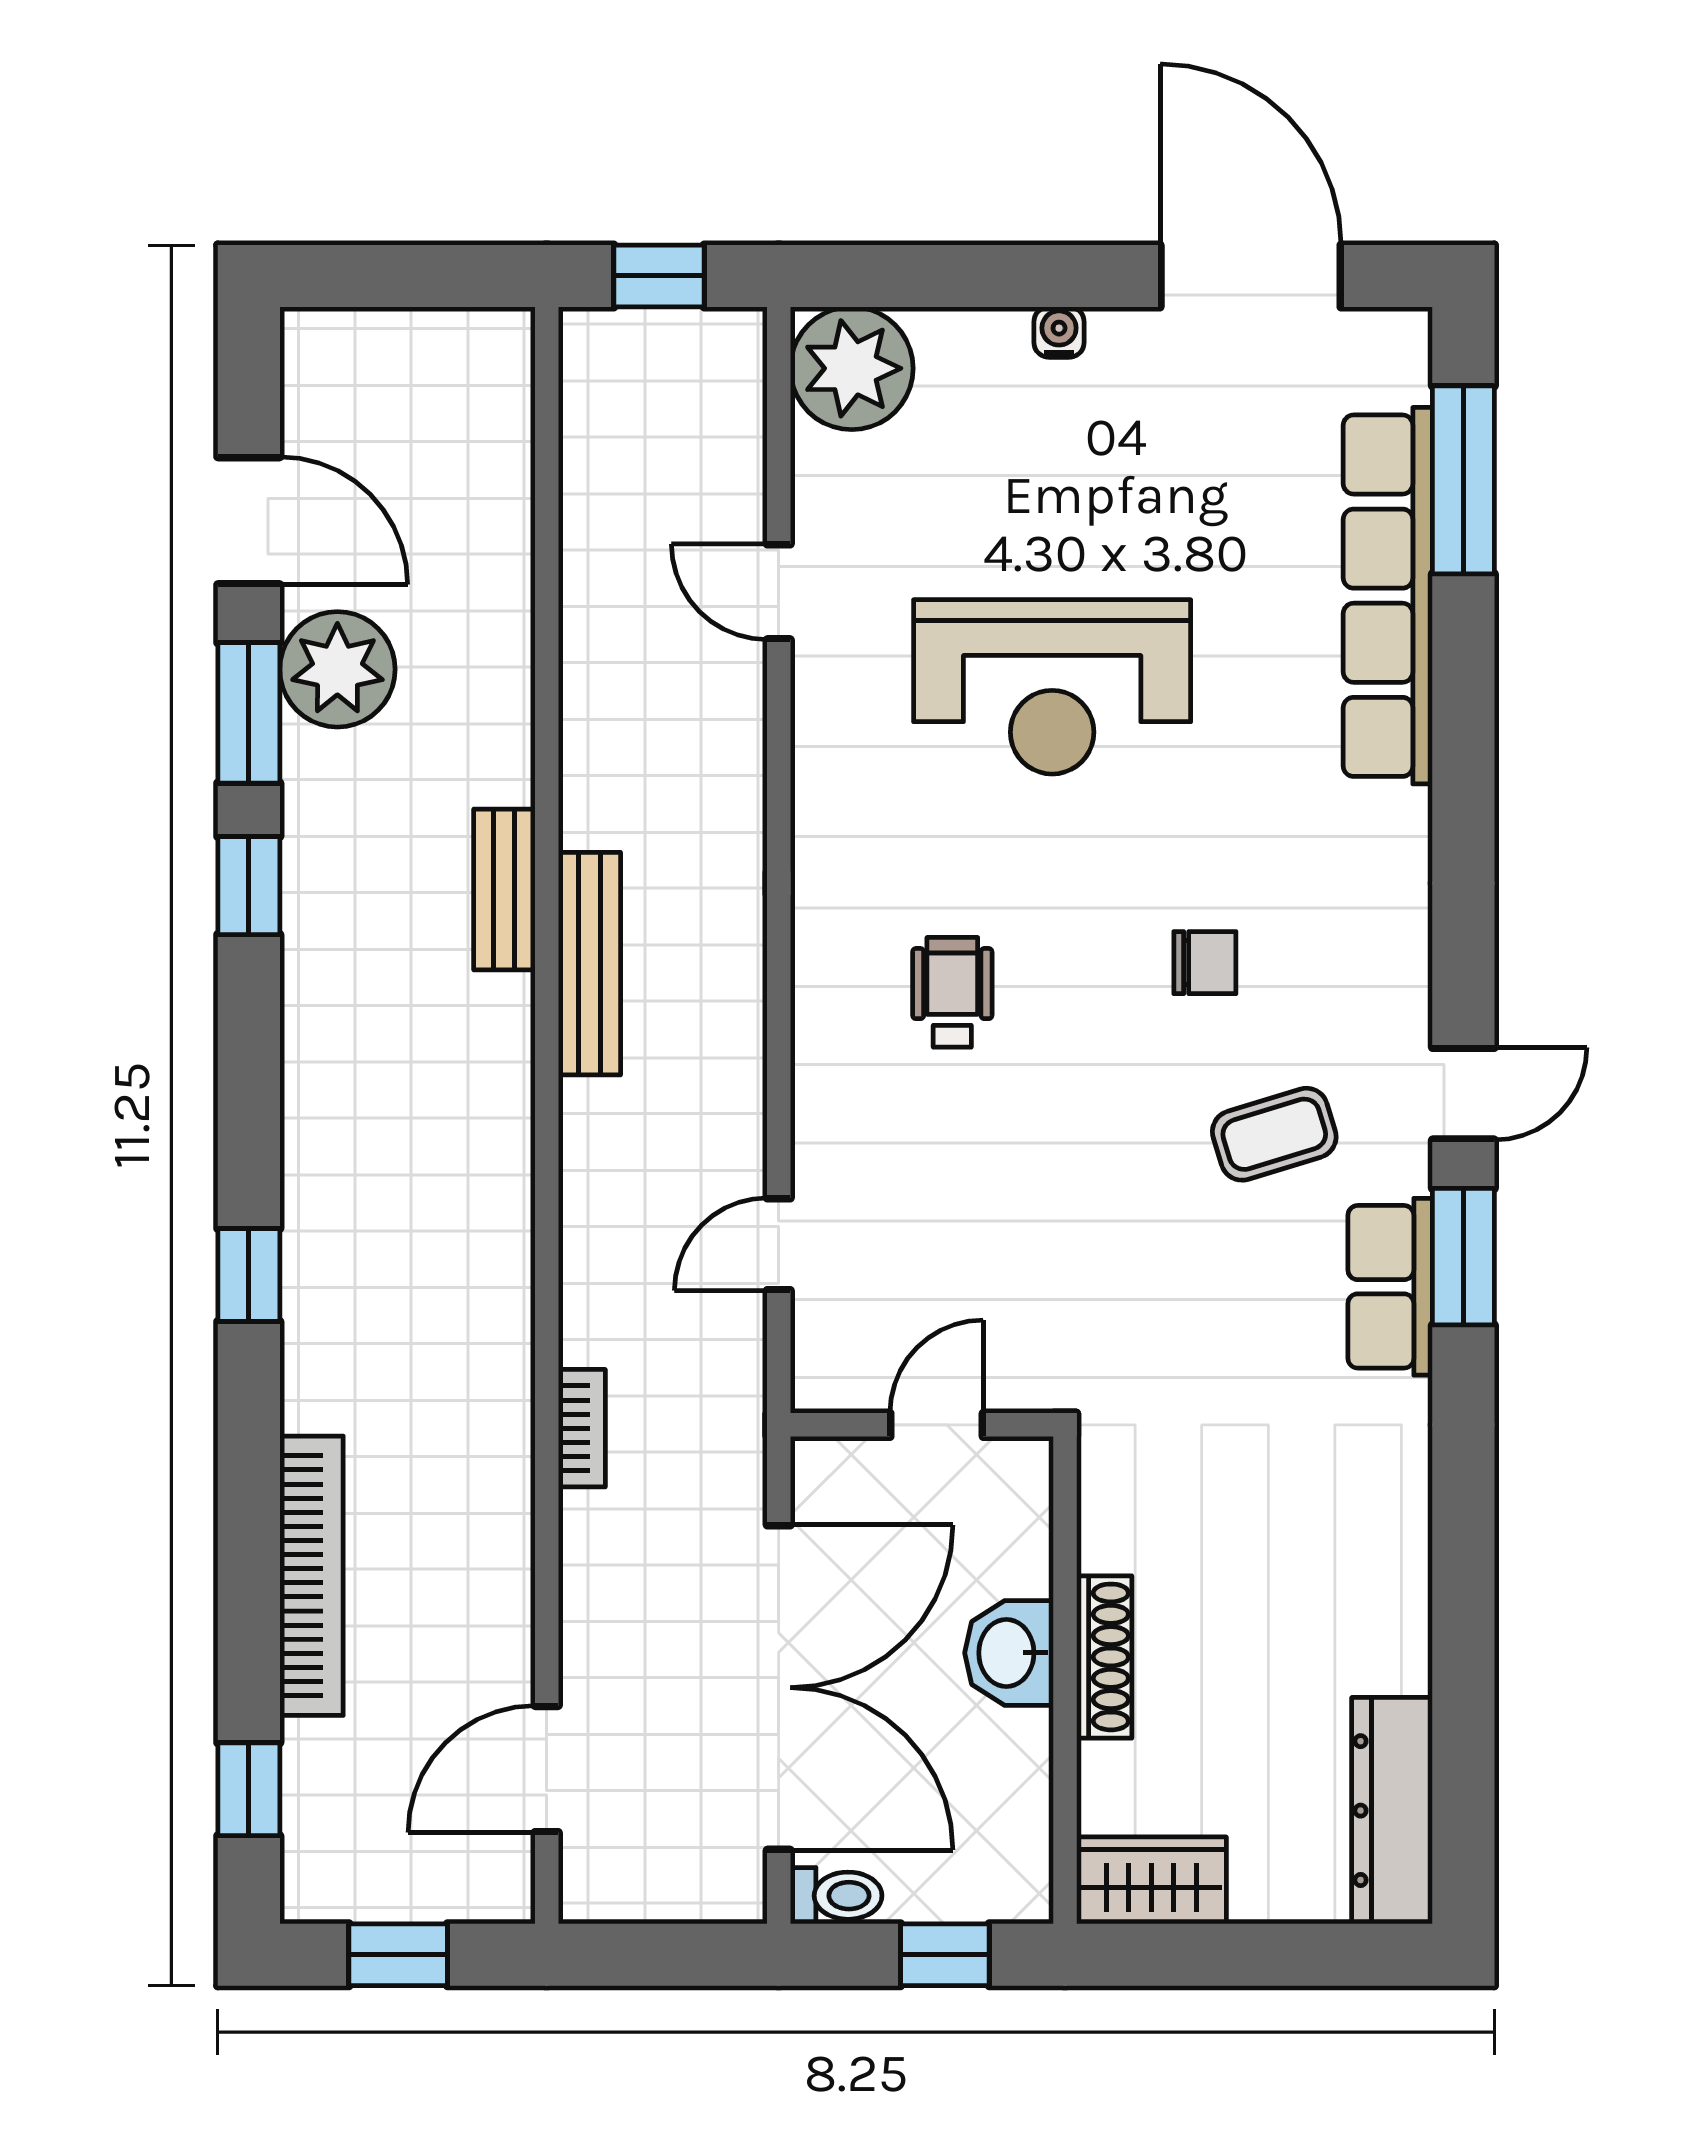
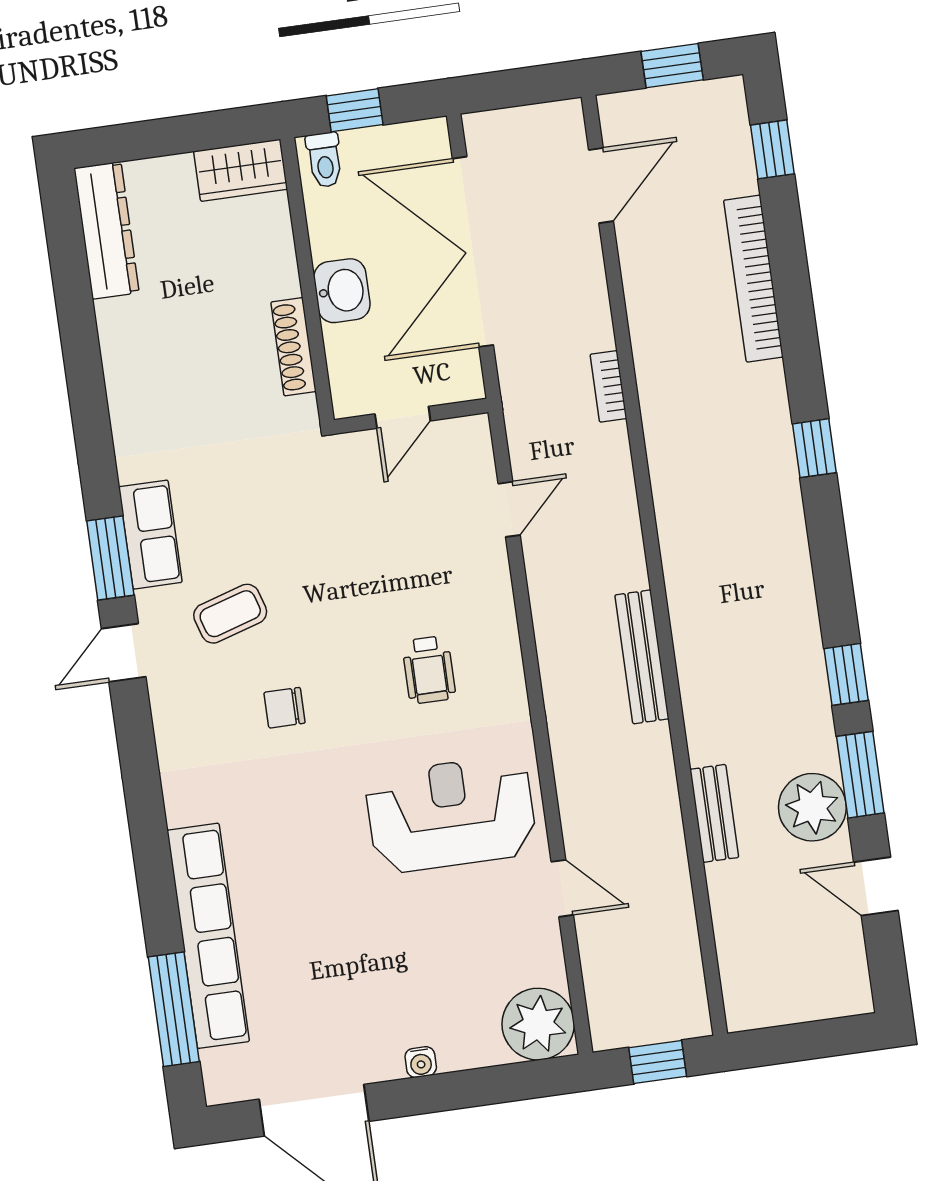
door: (249, 521) -> (876, 886), width x0.73
reception desk: (1052, 687) -> (451, 814), moved
bench: (504, 889) -> (714, 813), moved
shoe rack: (1104, 1657) -> (293, 347), moved
toilet: (836, 1896) -> (324, 160), moved, turned -90

